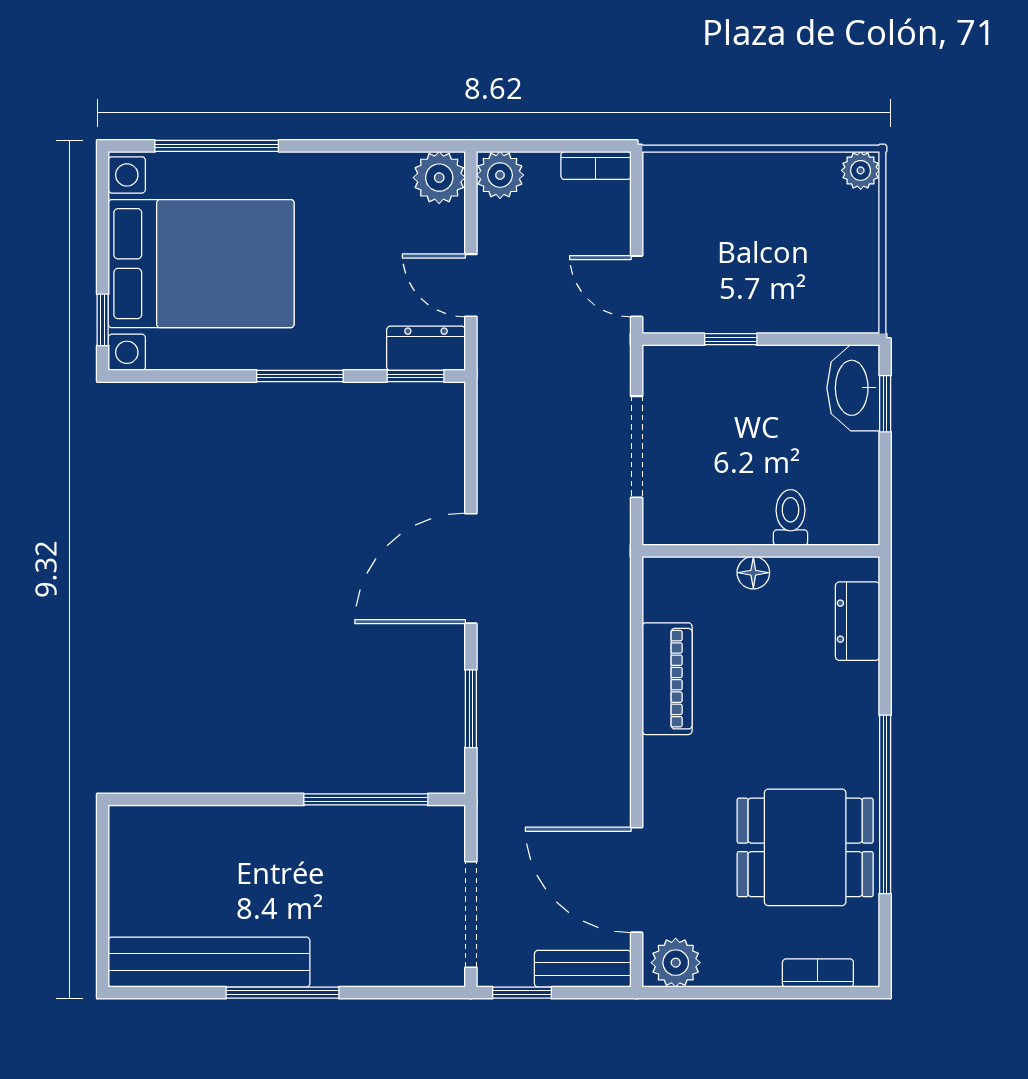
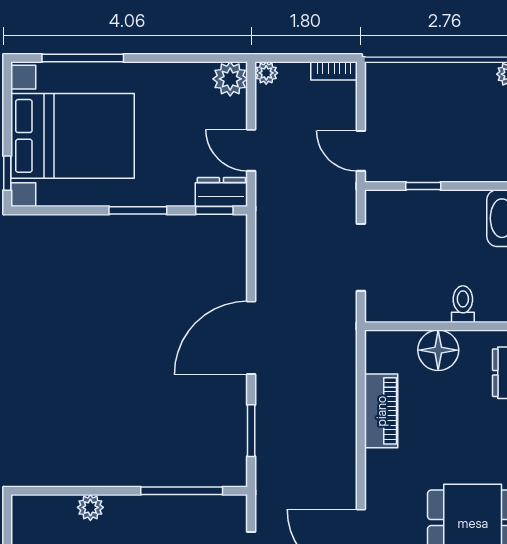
plant: (500, 175) -> (266, 73), width x0.73, depth x0.73
floor lamp: (753, 573) -> (438, 350), width x1.89, depth x1.89
plant: (228, 825) -> (90, 507), added

